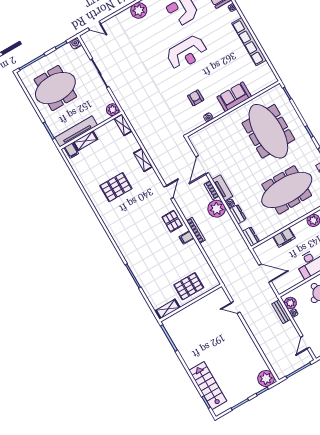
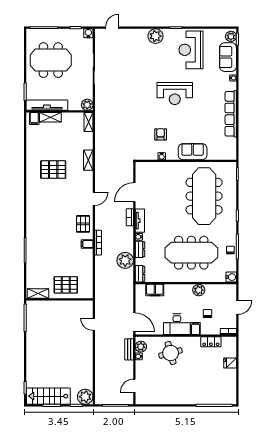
door: (94, 26) -> (112, 28), swing flipped
plant: (217, 209) -> (125, 260), moved
filing cabinet: (284, 237) -> (155, 290), moved
door: (265, 273) -> (134, 322), moved
stairs: (208, 386) -> (48, 396), moved, turned -90

